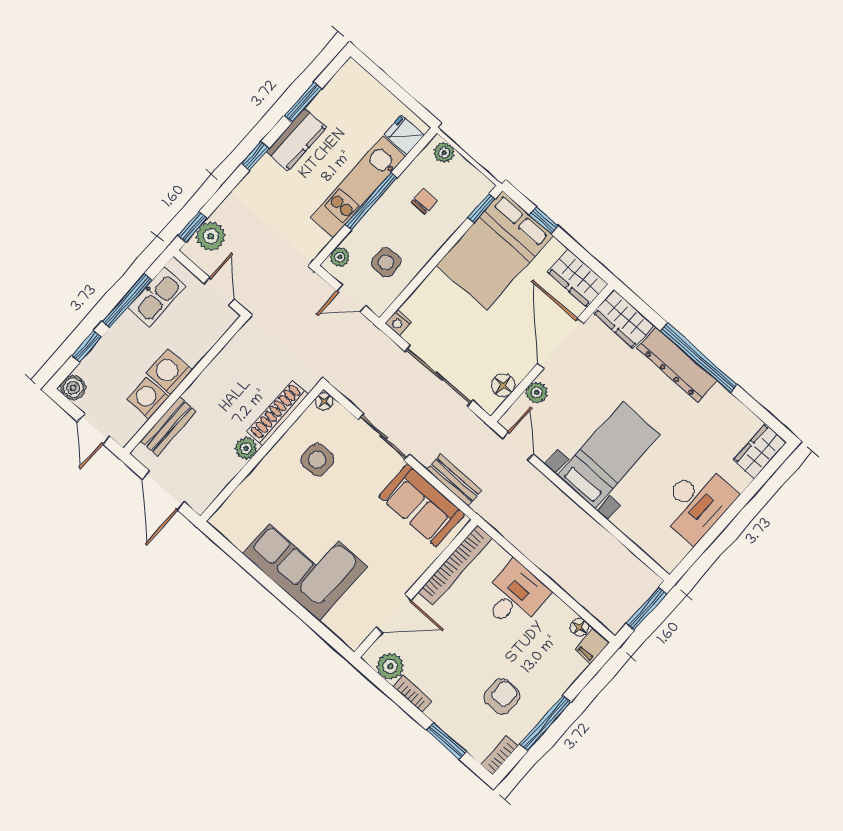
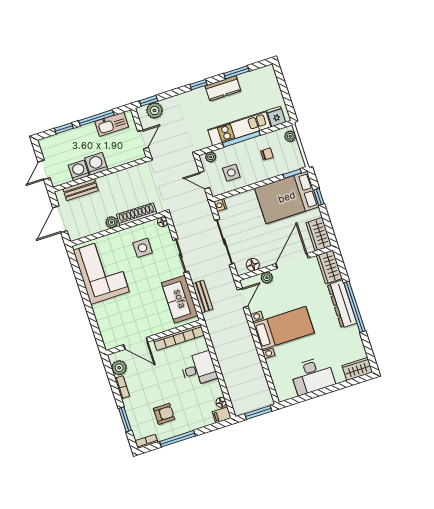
boiler: (73, 388) -> (46, 144), removed
corner sofa: (305, 560) -> (101, 271), moved

